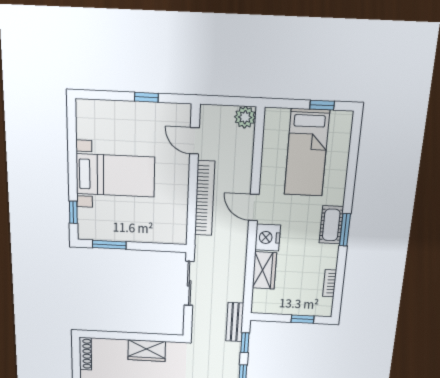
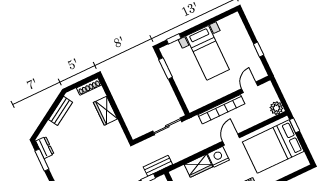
window: (322, 105) -> (295, 125), moved
bed: (307, 153) -> (273, 147), width x1.50
wardrobe: (147, 351) -> (105, 111), moved

